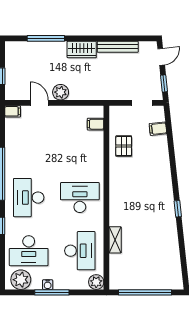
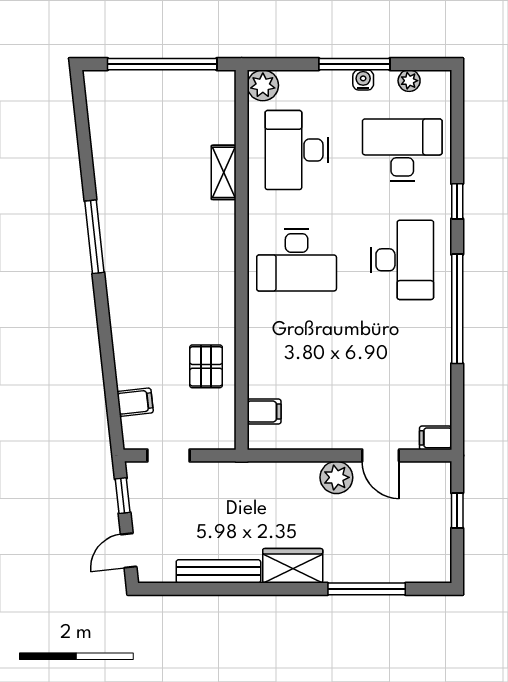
window: (178, 209) -> (94, 237), width x2.17
plant: (21, 280) -> (409, 81), width x0.53, depth x0.53

